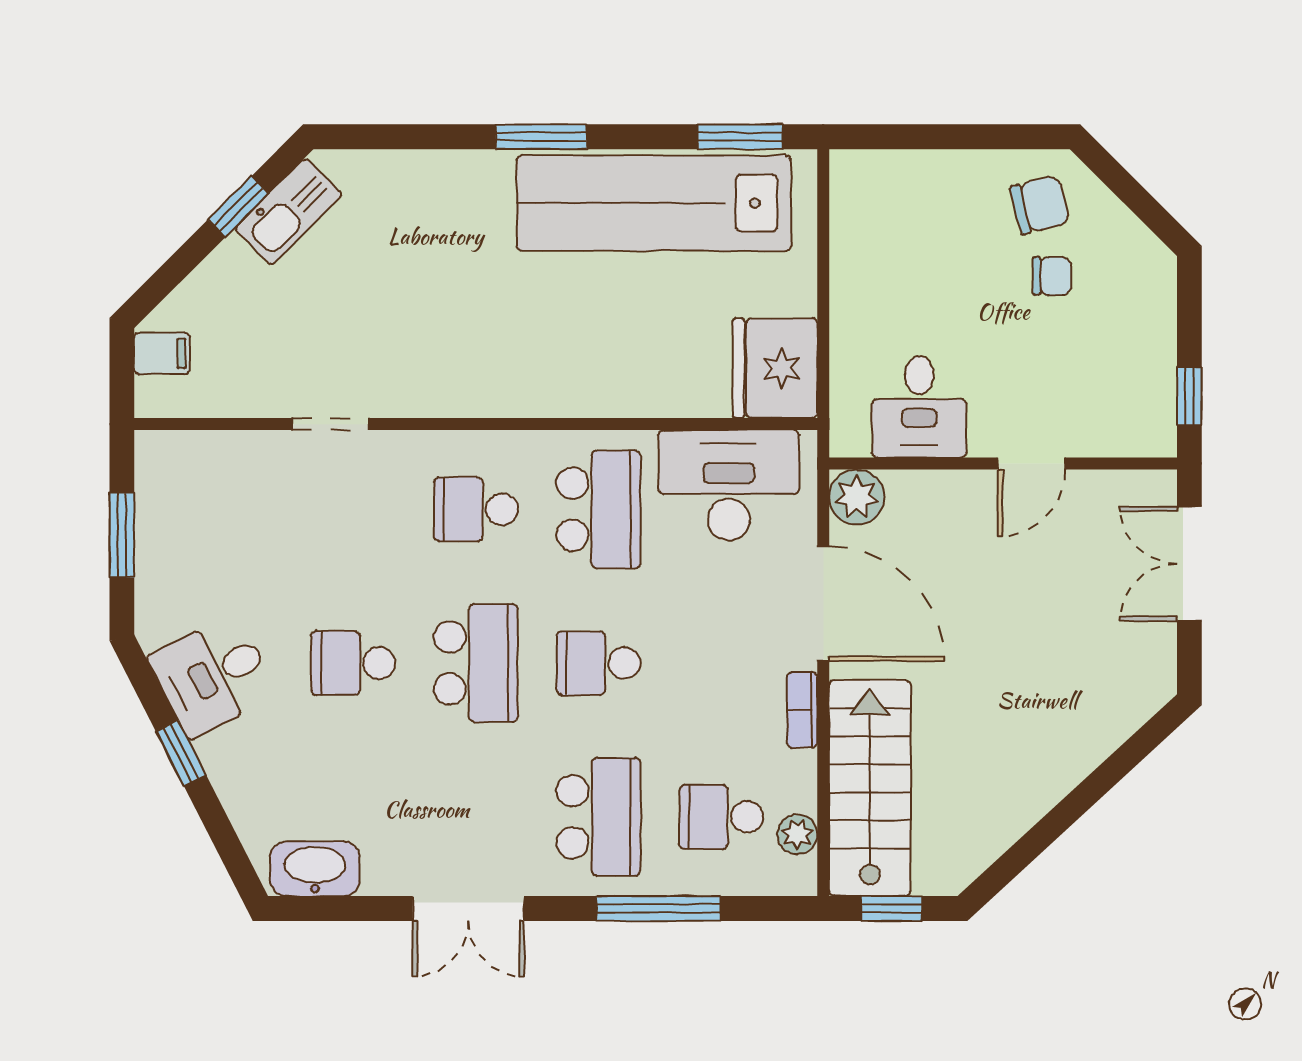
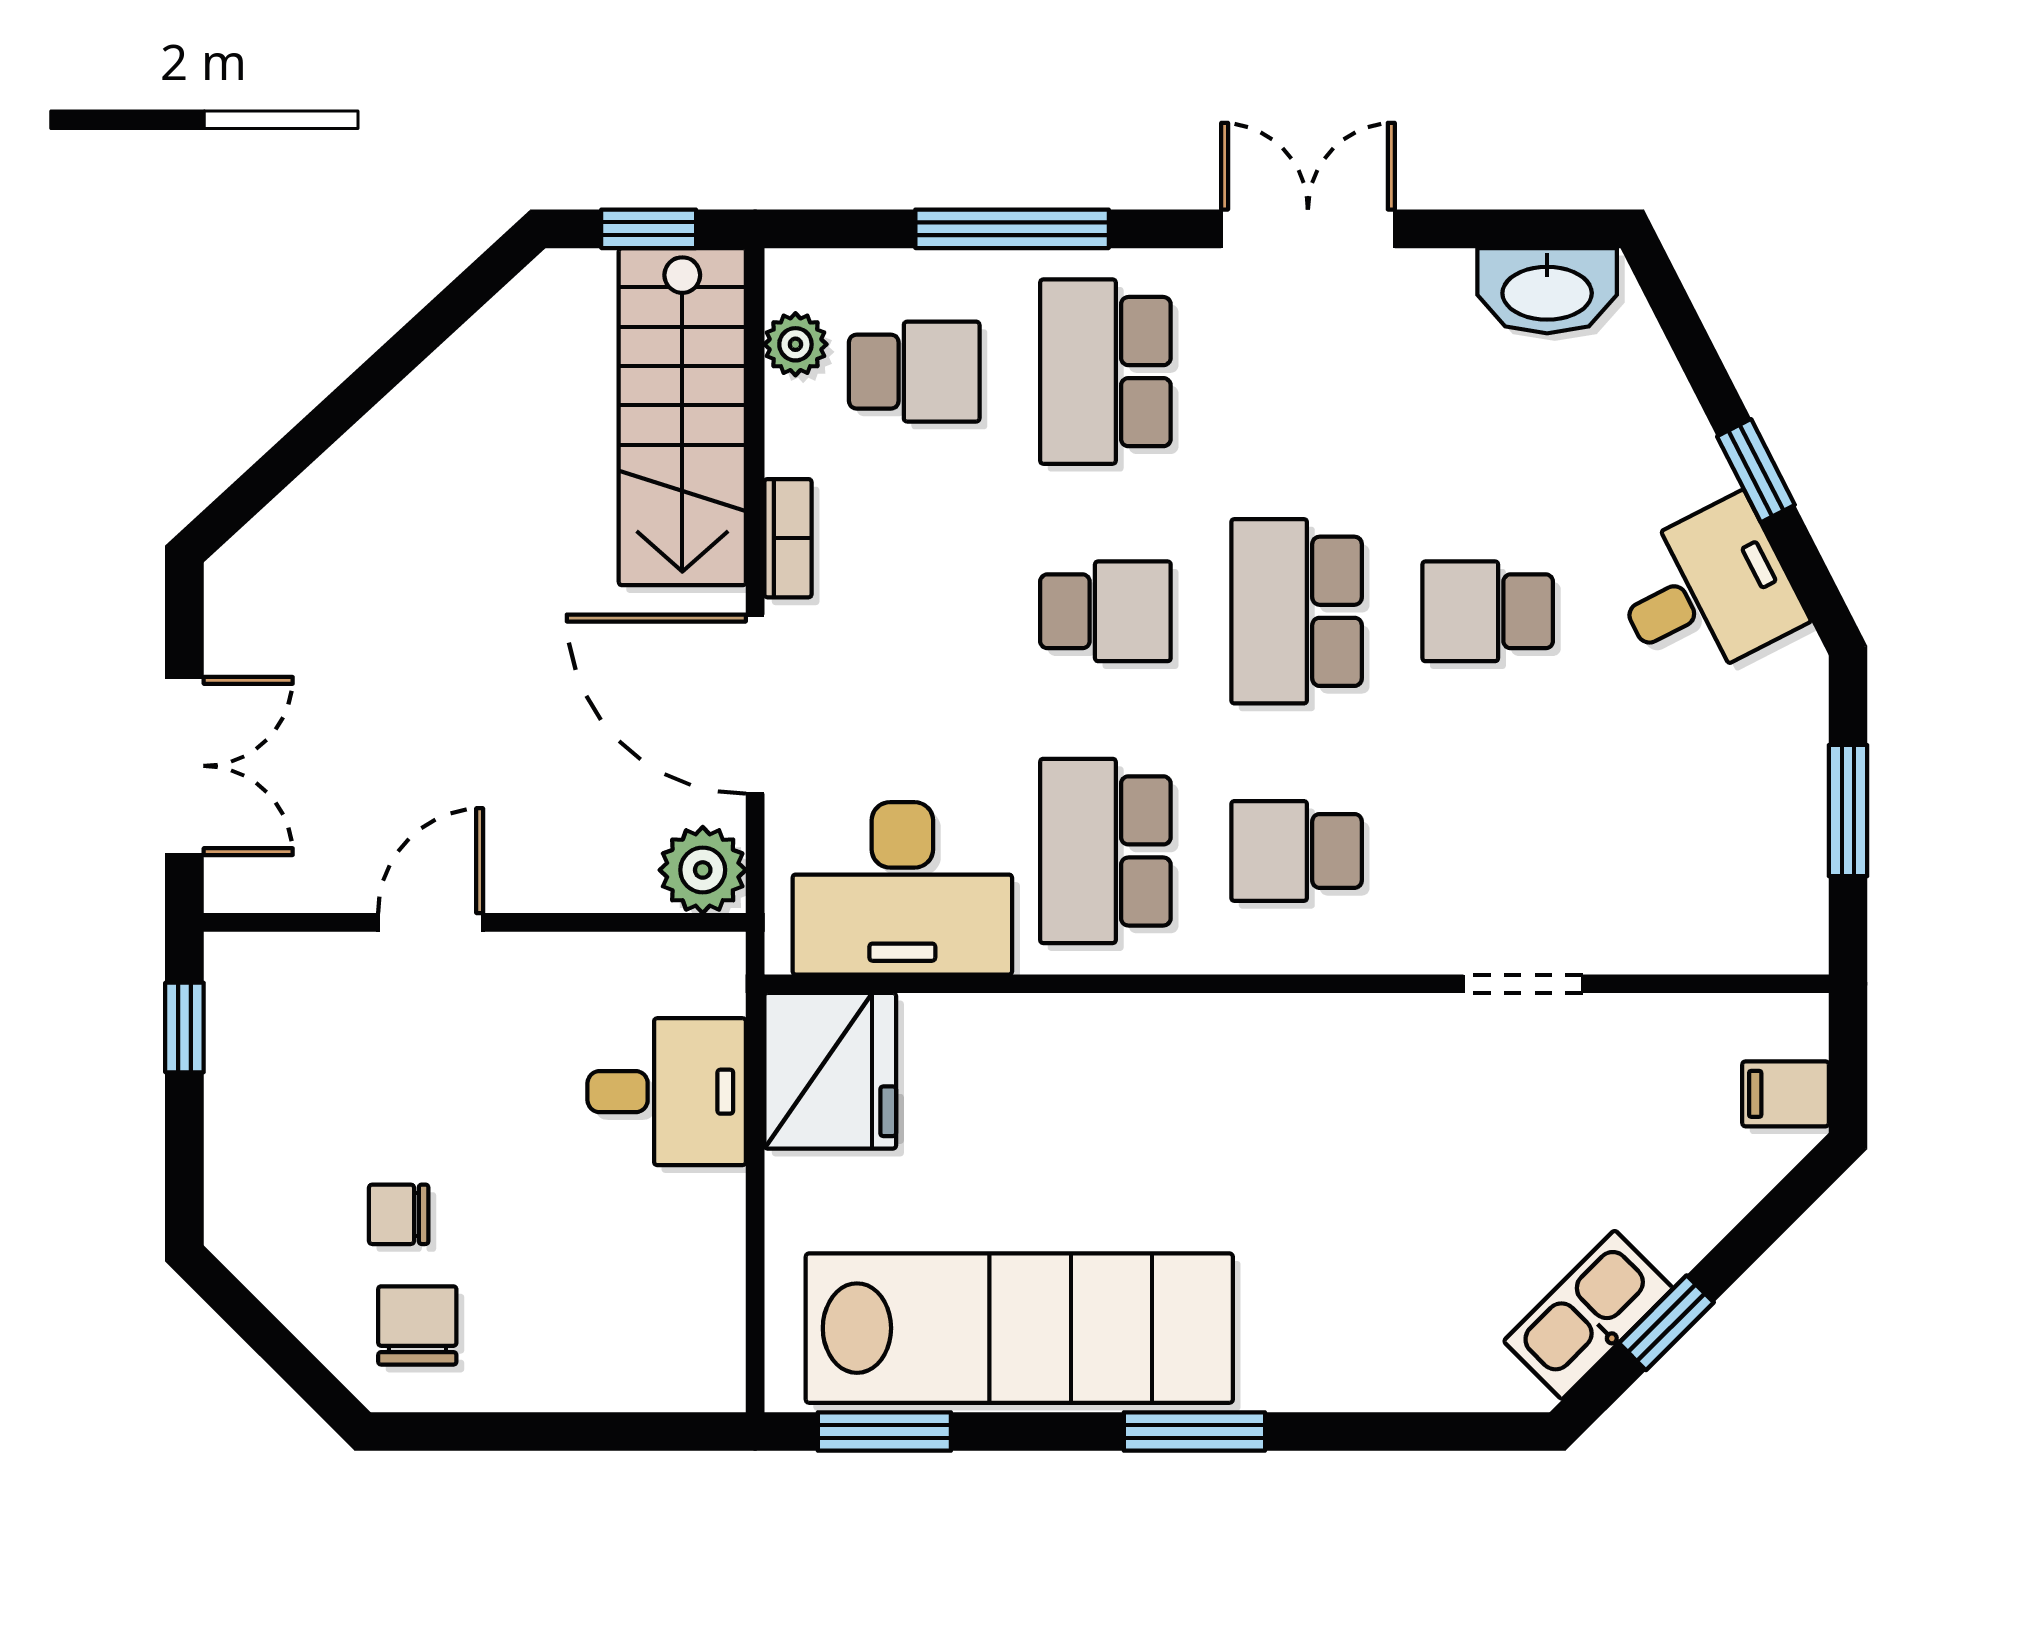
chair: (1040, 205) -> (417, 1325), turned 104
desk: (919, 407) -> (667, 1092), moved, turned 90
school desk: (476, 509) -> (1297, 851), turned 180
school desk: (353, 663) -> (1488, 611), turned 180

